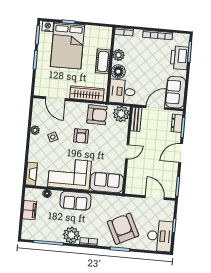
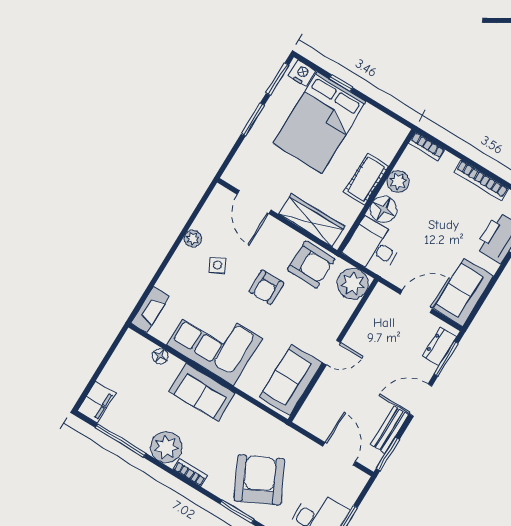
bench: (136, 119) -> (389, 430), moved
sofa: (107, 183) -> (291, 380), moved, turned -90
filing cabinet: (29, 210) -> (96, 402), moved

